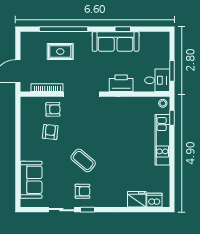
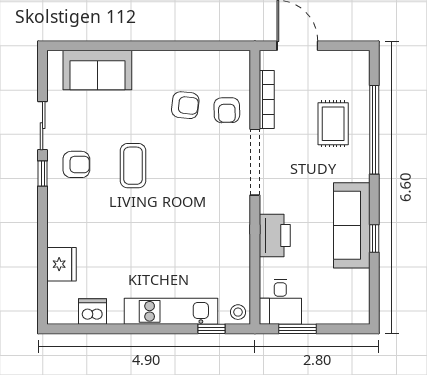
coffee table: (83, 160) -> (133, 166), turned -40
armchair: (82, 191) -> (76, 164), turned -90
dishwasher: (154, 200) -> (92, 312), moved, turned -90

